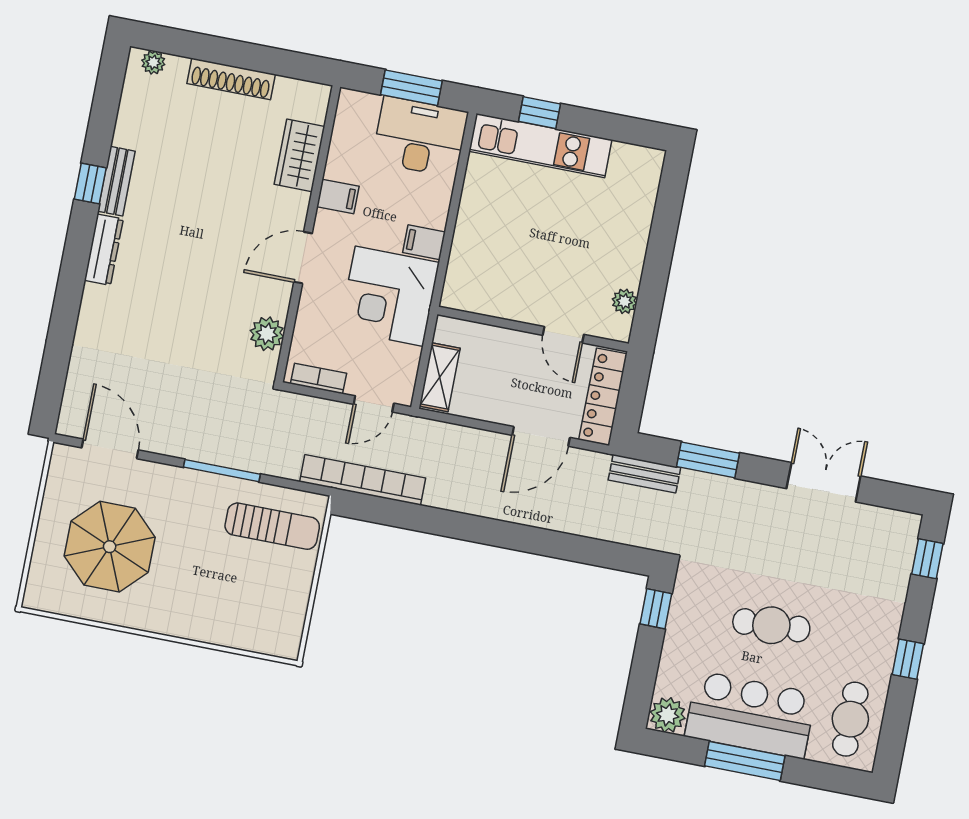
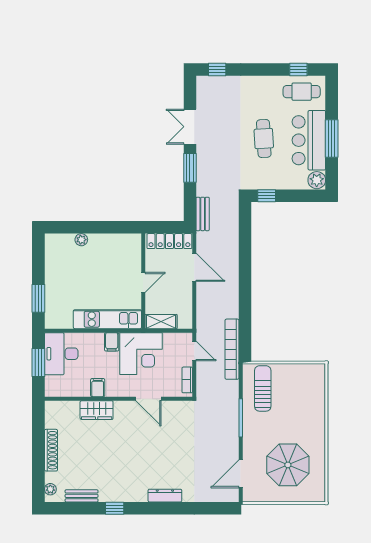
window: (539, 113) -> (38, 298), width x1.50
kitchen unit: (540, 145) -> (107, 319), moved, turned -90
wardrobe: (299, 155) -> (97, 410), moved
bench: (116, 181) -> (82, 496), moved
dresser: (104, 250) -> (165, 496), moved
door: (303, 258) -> (148, 399), moved
plant: (624, 301) -> (81, 240), moved
plant: (267, 334) -> (170, 409), removed
door: (563, 335) -> (143, 282), moved
shelving: (440, 377) -> (161, 322), moved
window: (708, 460) -> (190, 168), moved
window: (908, 659) -> (298, 69), moved

